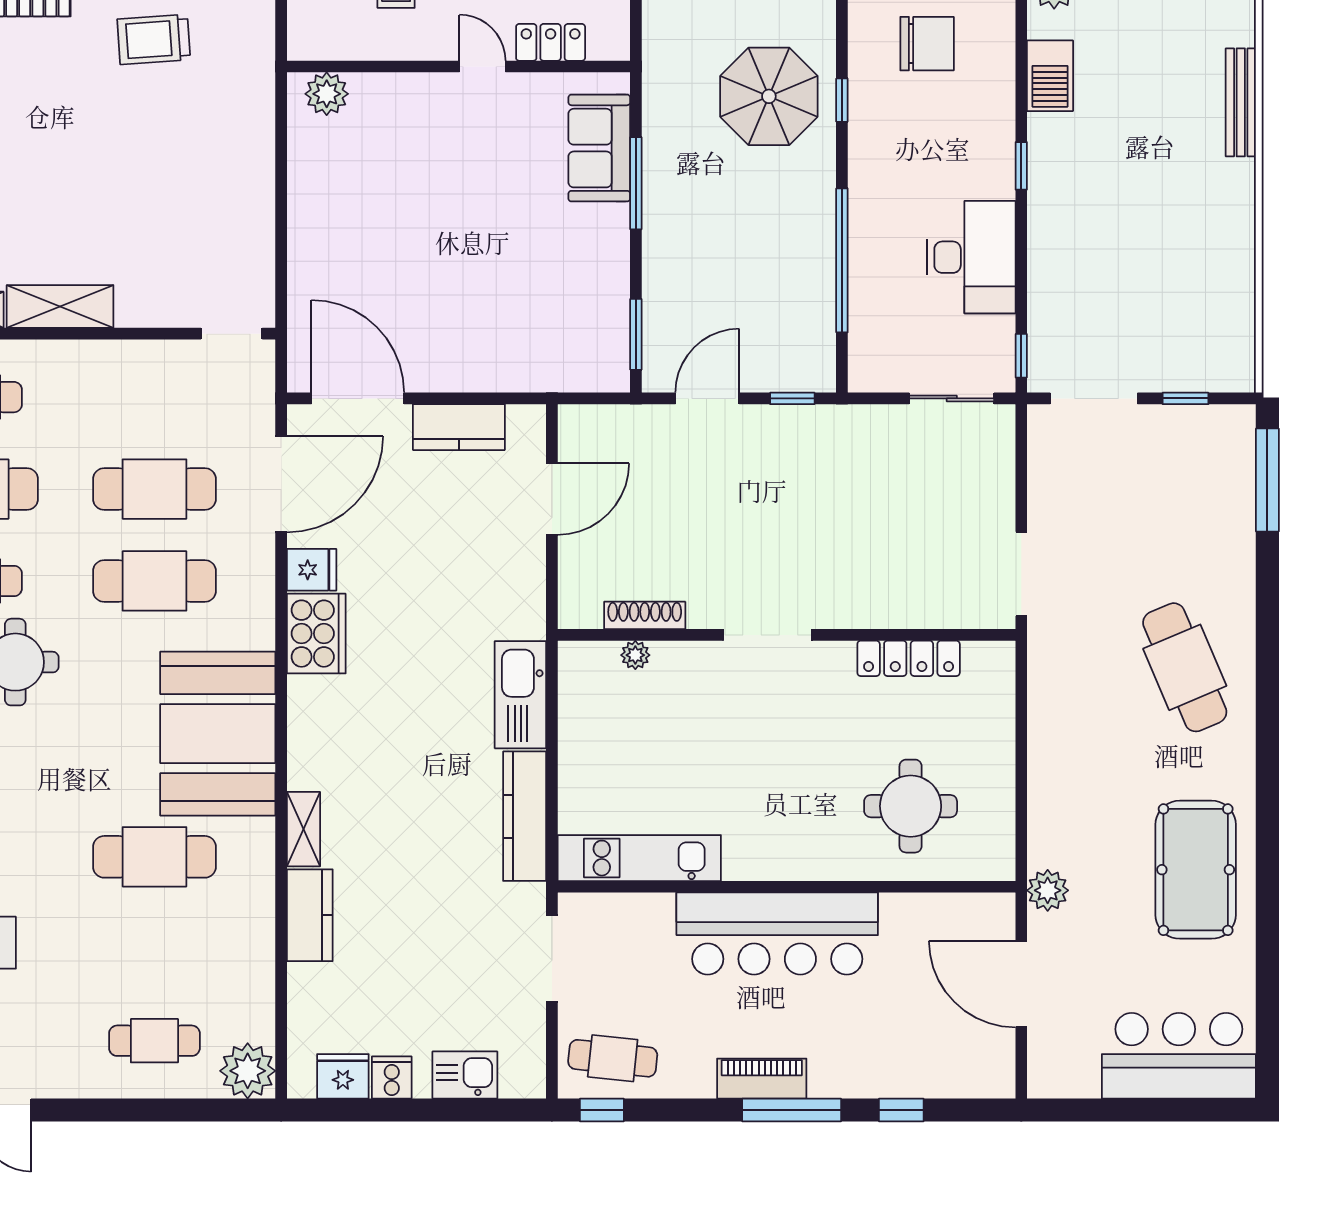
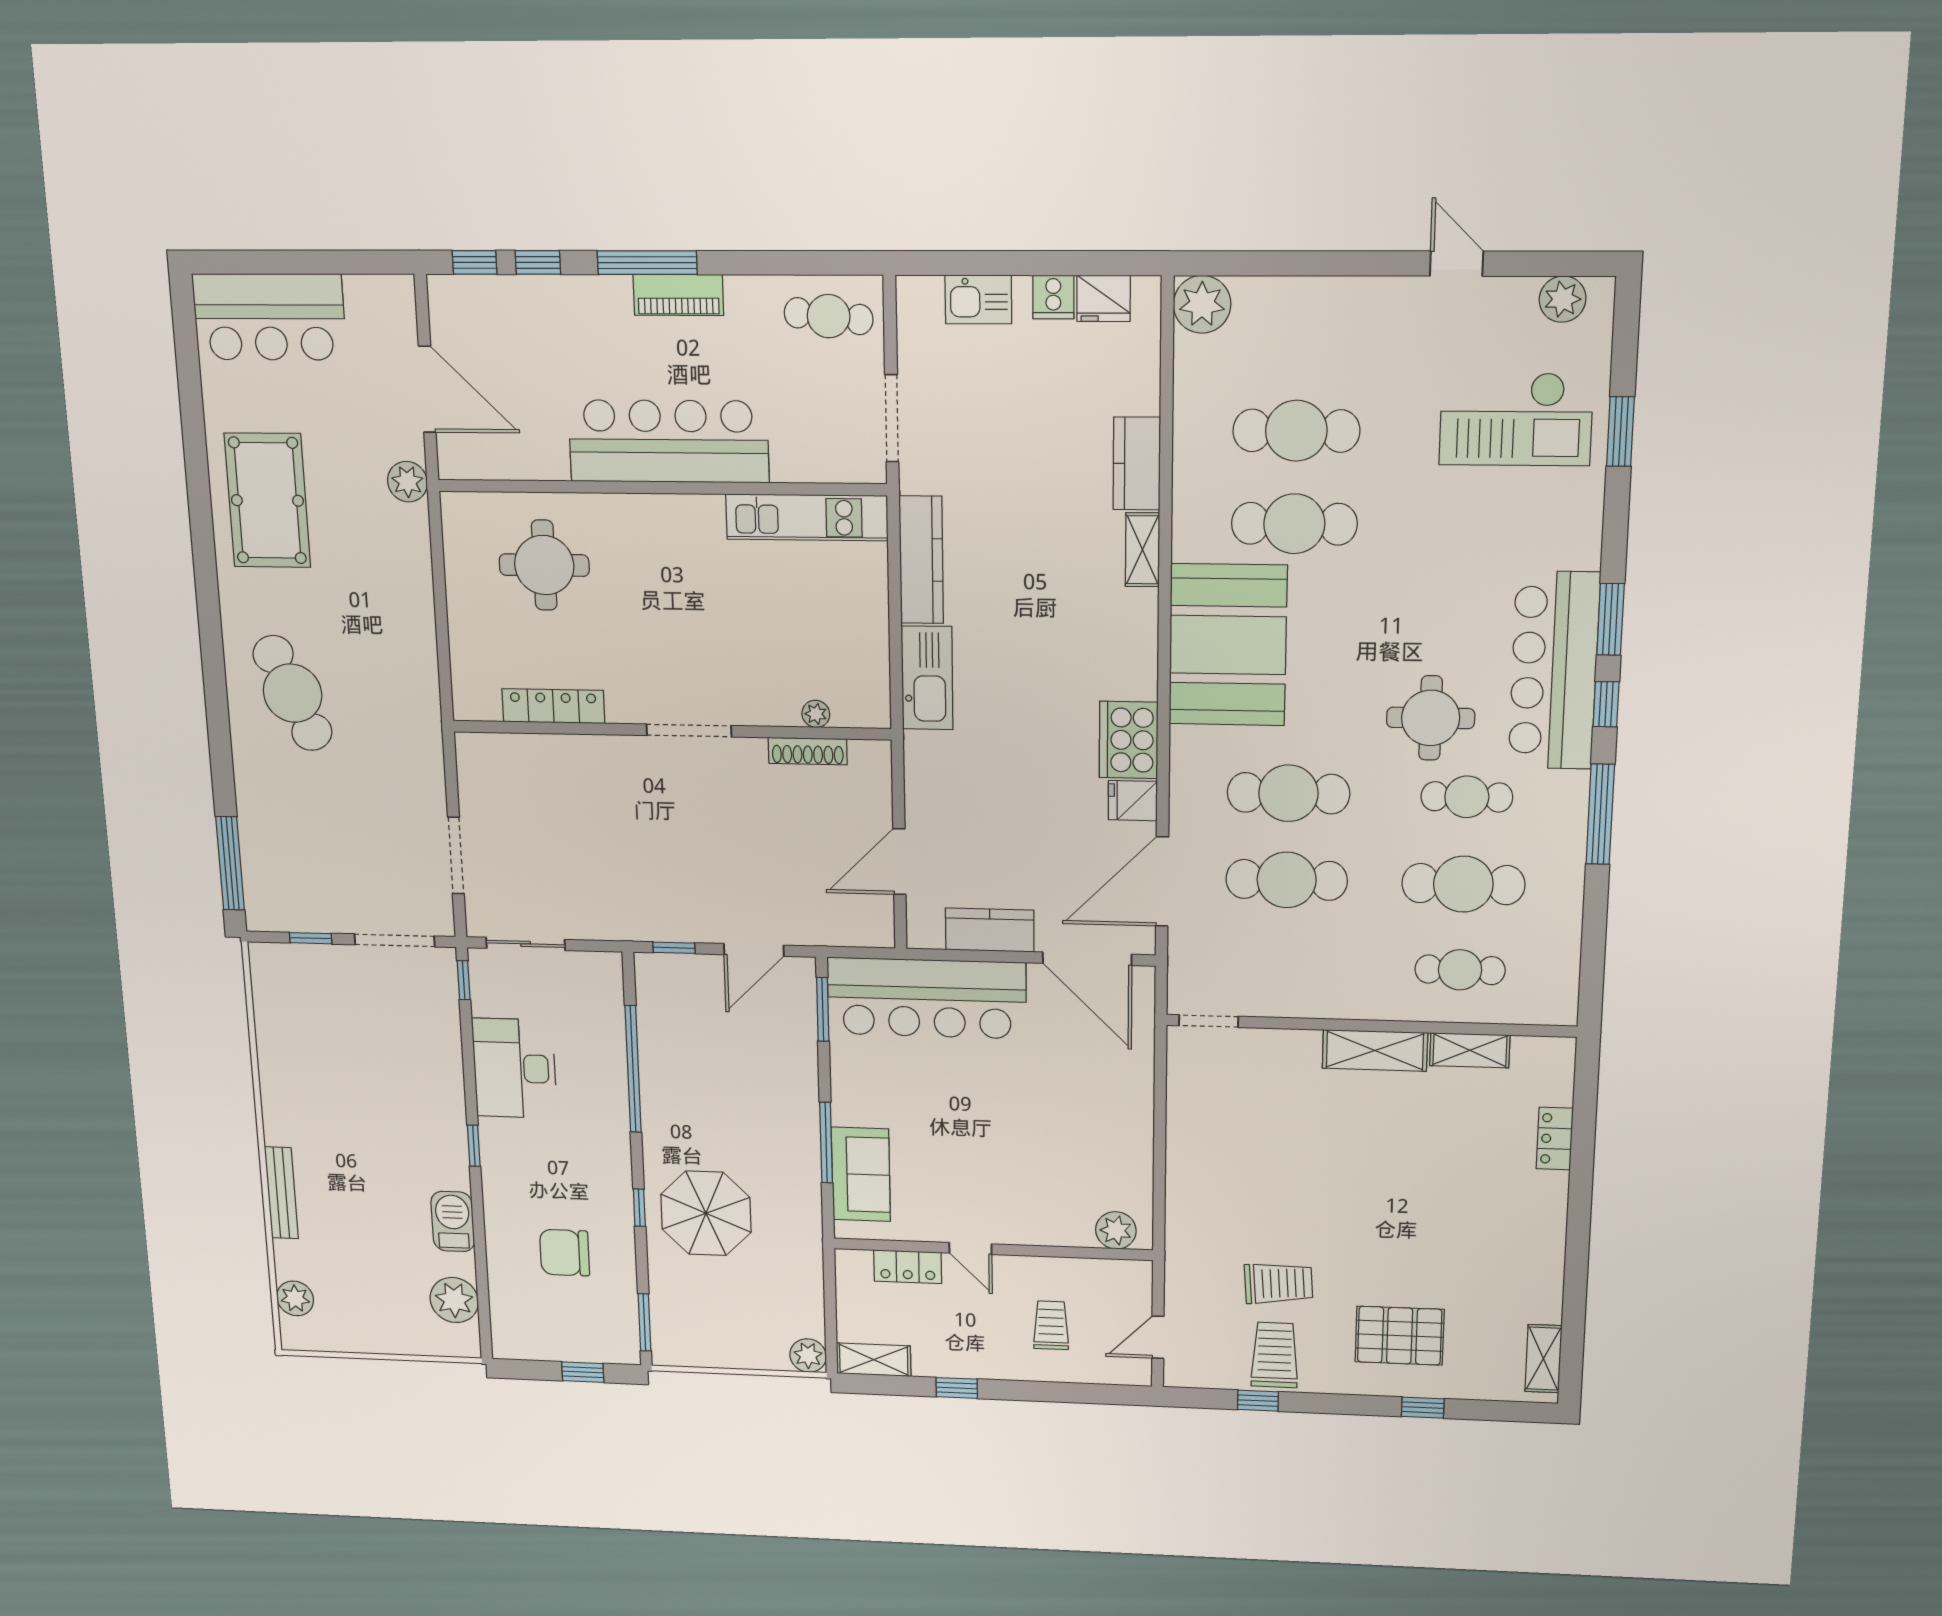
bar counter: (526, 350) -> (927, 998), added
doorway: (1021, 574) -> (456, 856), moved
cafe table: (154, 1041) -> (1296, 431), moved, width x1.37, depth x1.35
window: (602, 1110) -> (475, 262), moved

